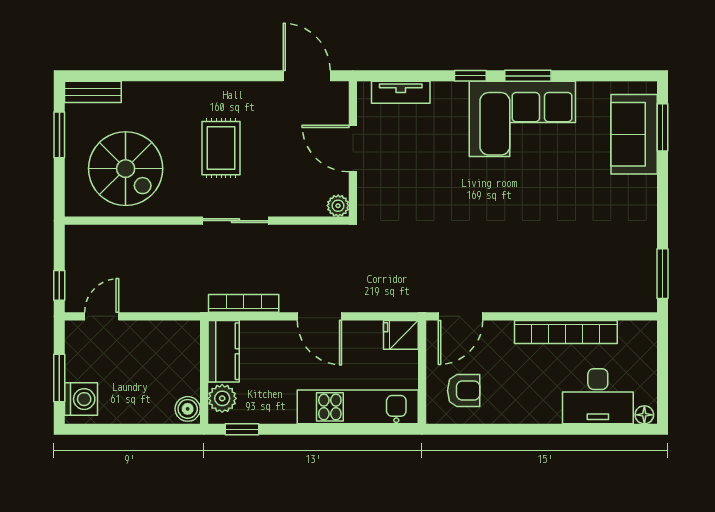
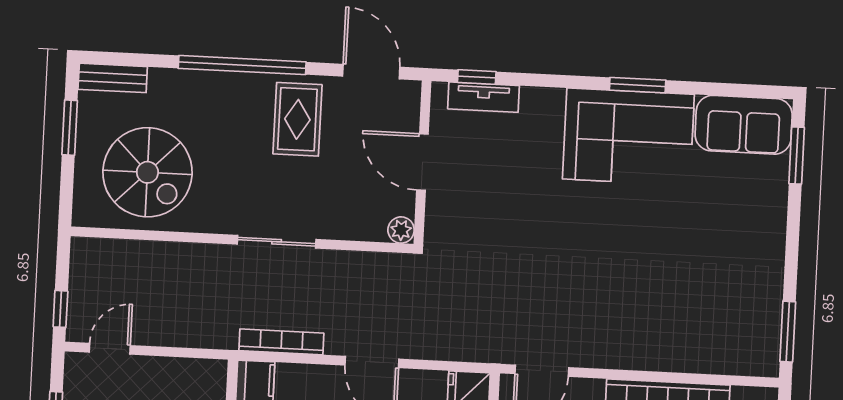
window: (200, 76) -> (242, 65), added
window: (470, 76) -> (477, 77), moved
sofa: (634, 134) -> (744, 125), moved, turned -90
rug: (221, 148) -> (297, 119), moved

